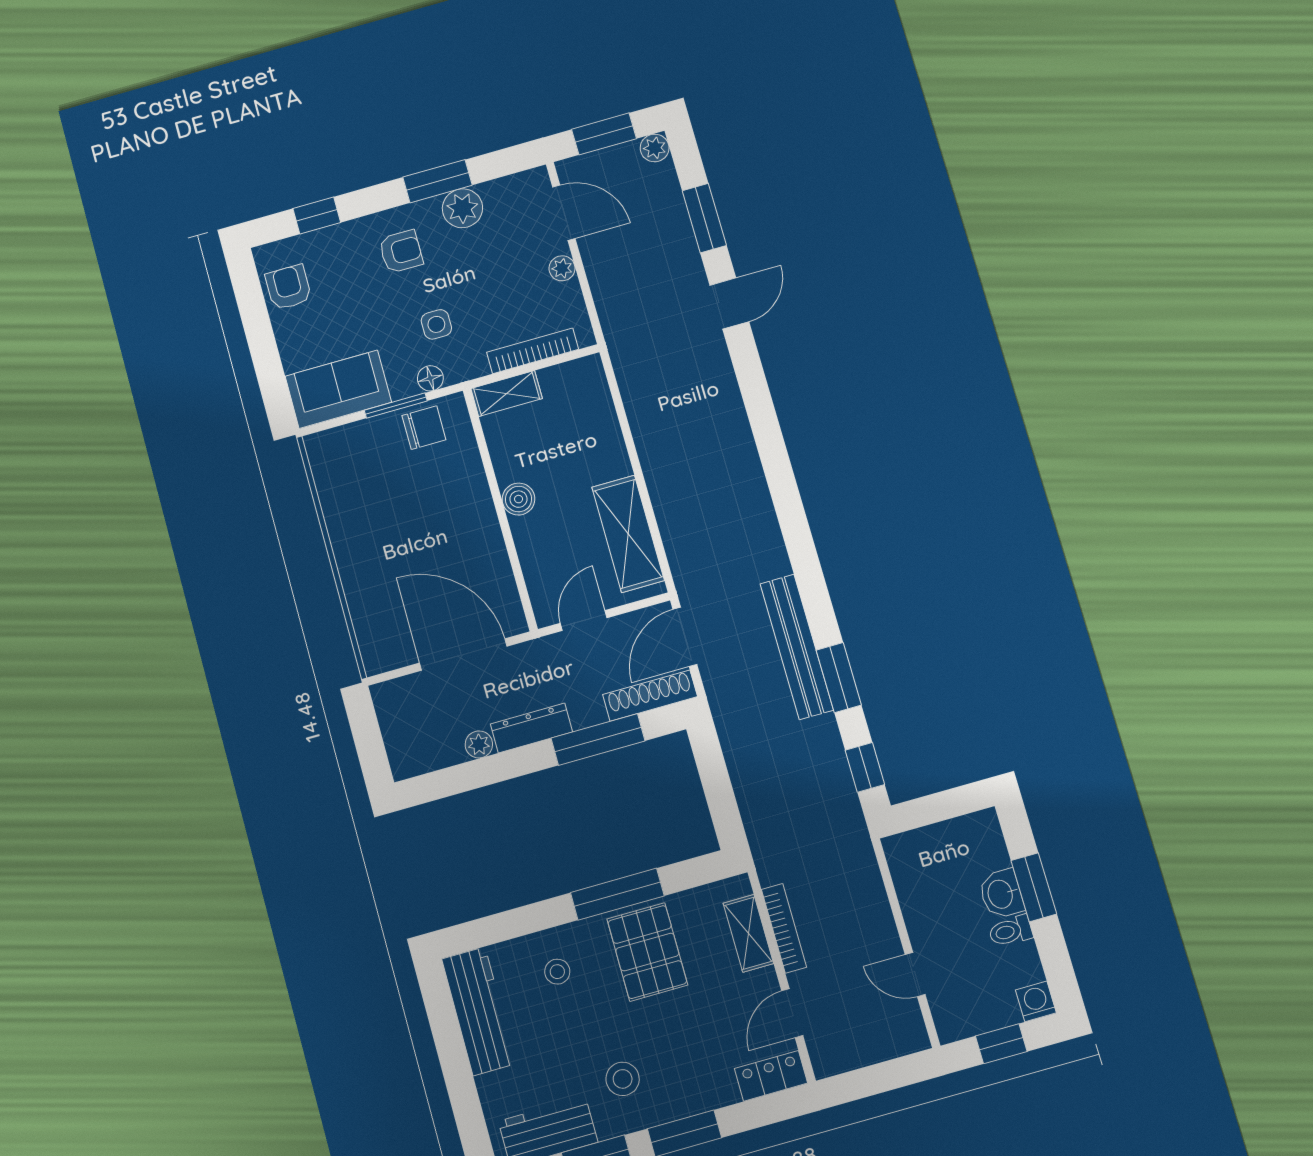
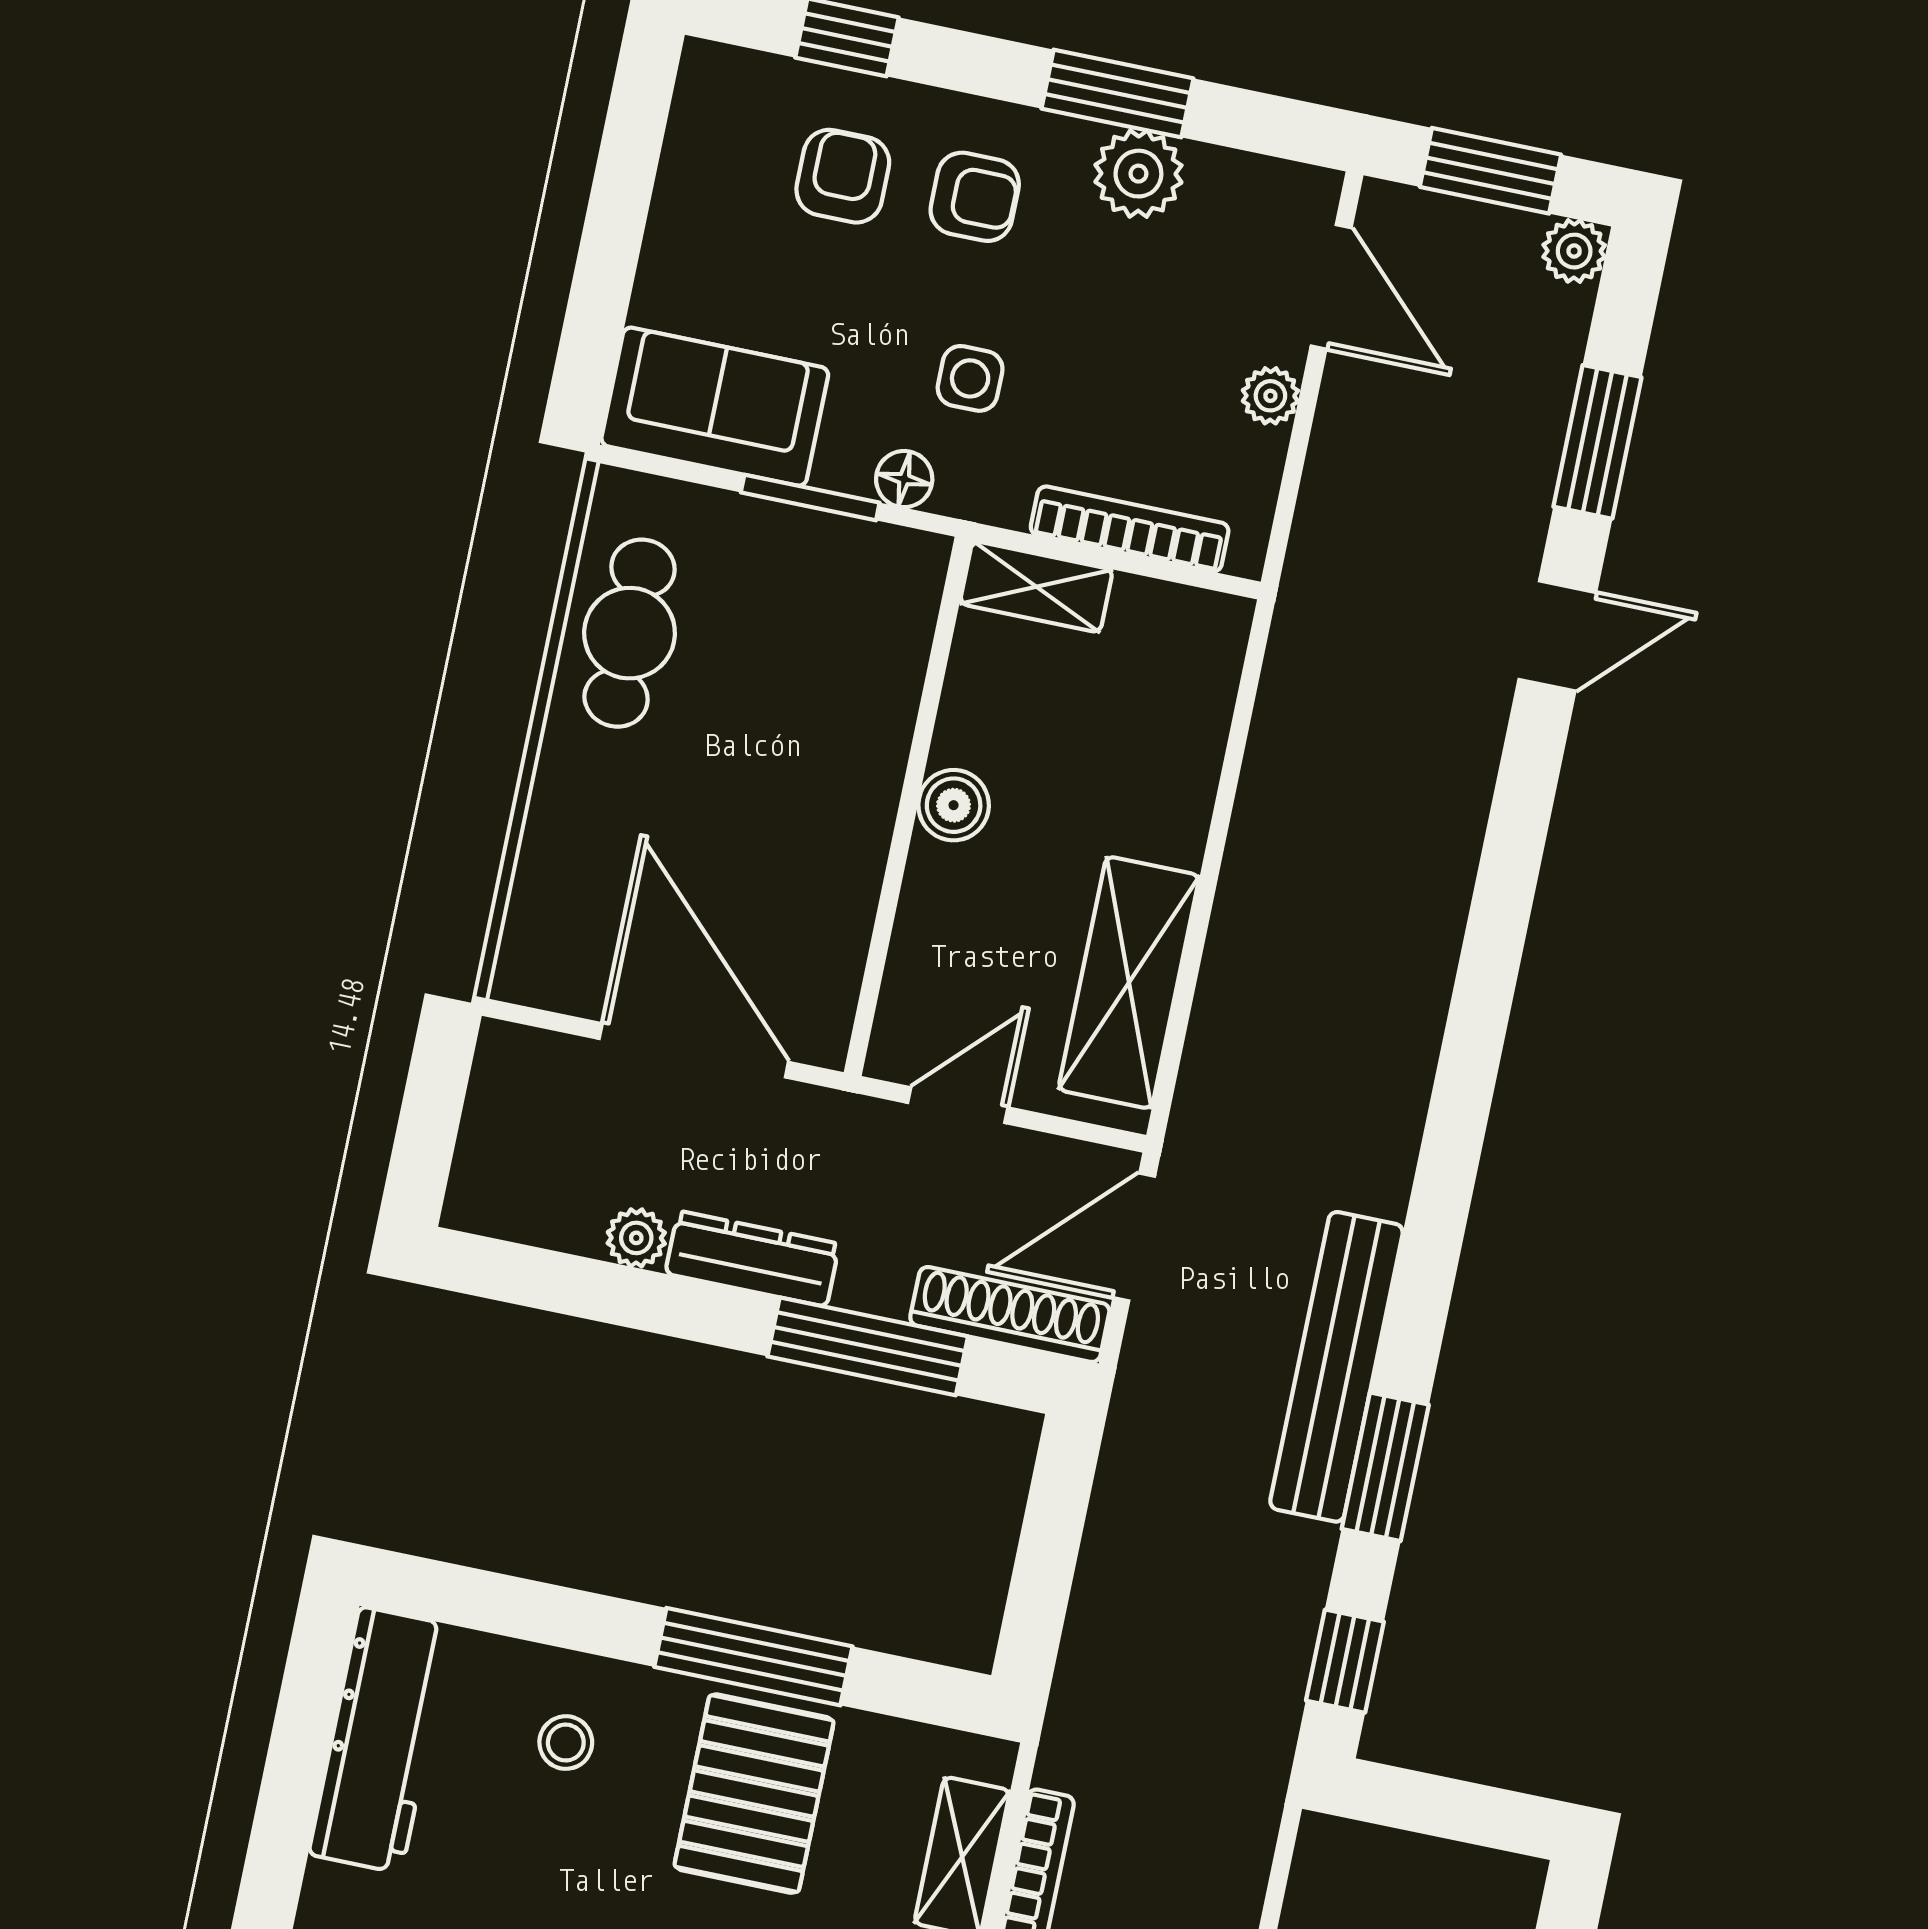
armchair: (288, 287) -> (843, 176), moved
chair: (424, 428) -> (842, 570), removed
cafe table: (350, 498) -> (630, 633), added

